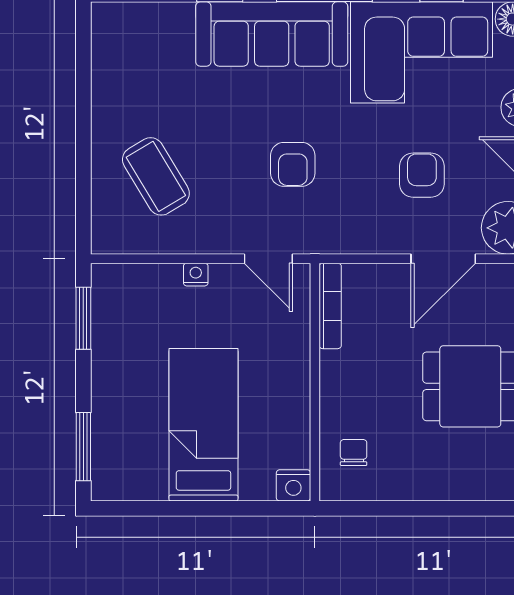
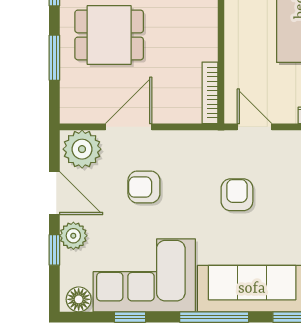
armchair: (422, 175) -> (144, 187), turned 90

